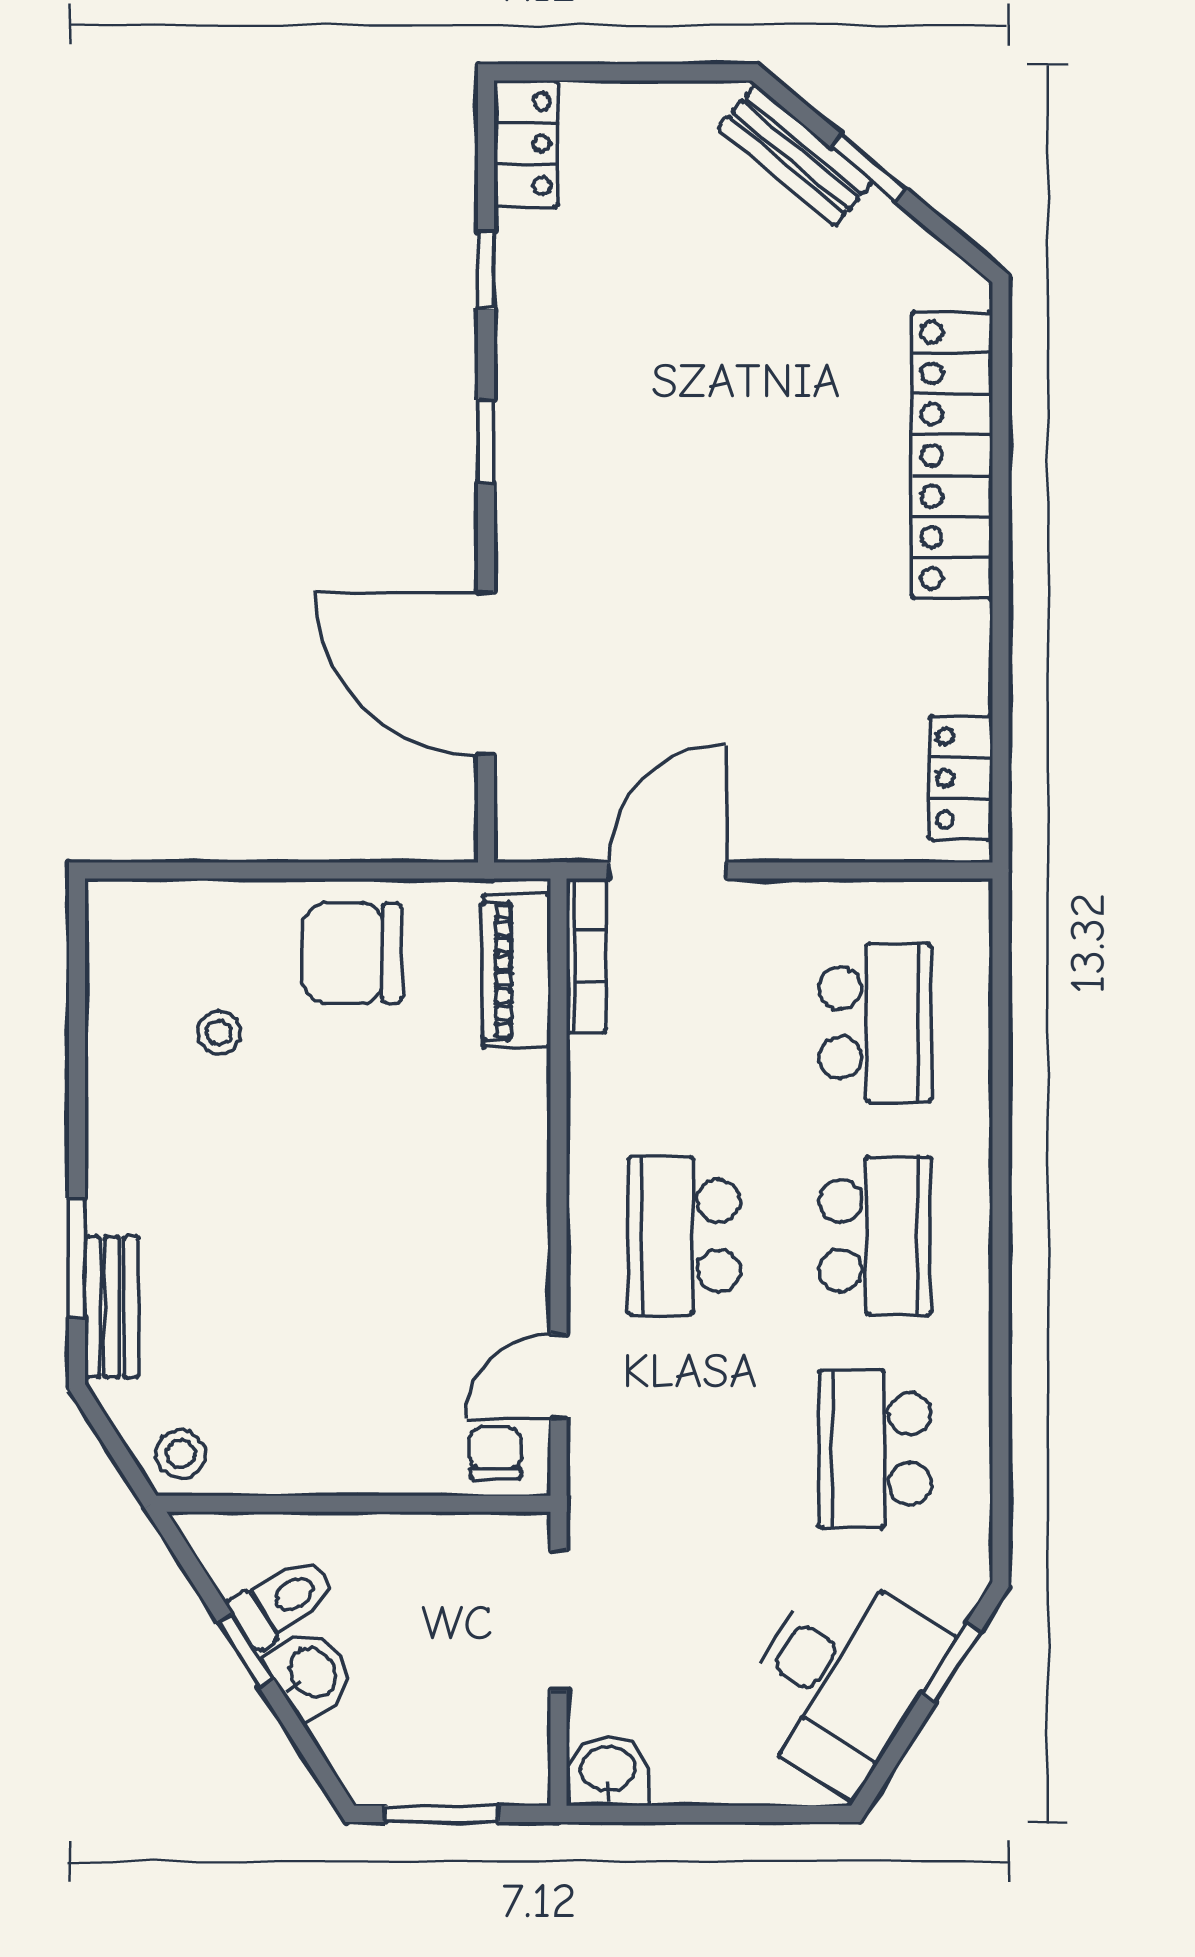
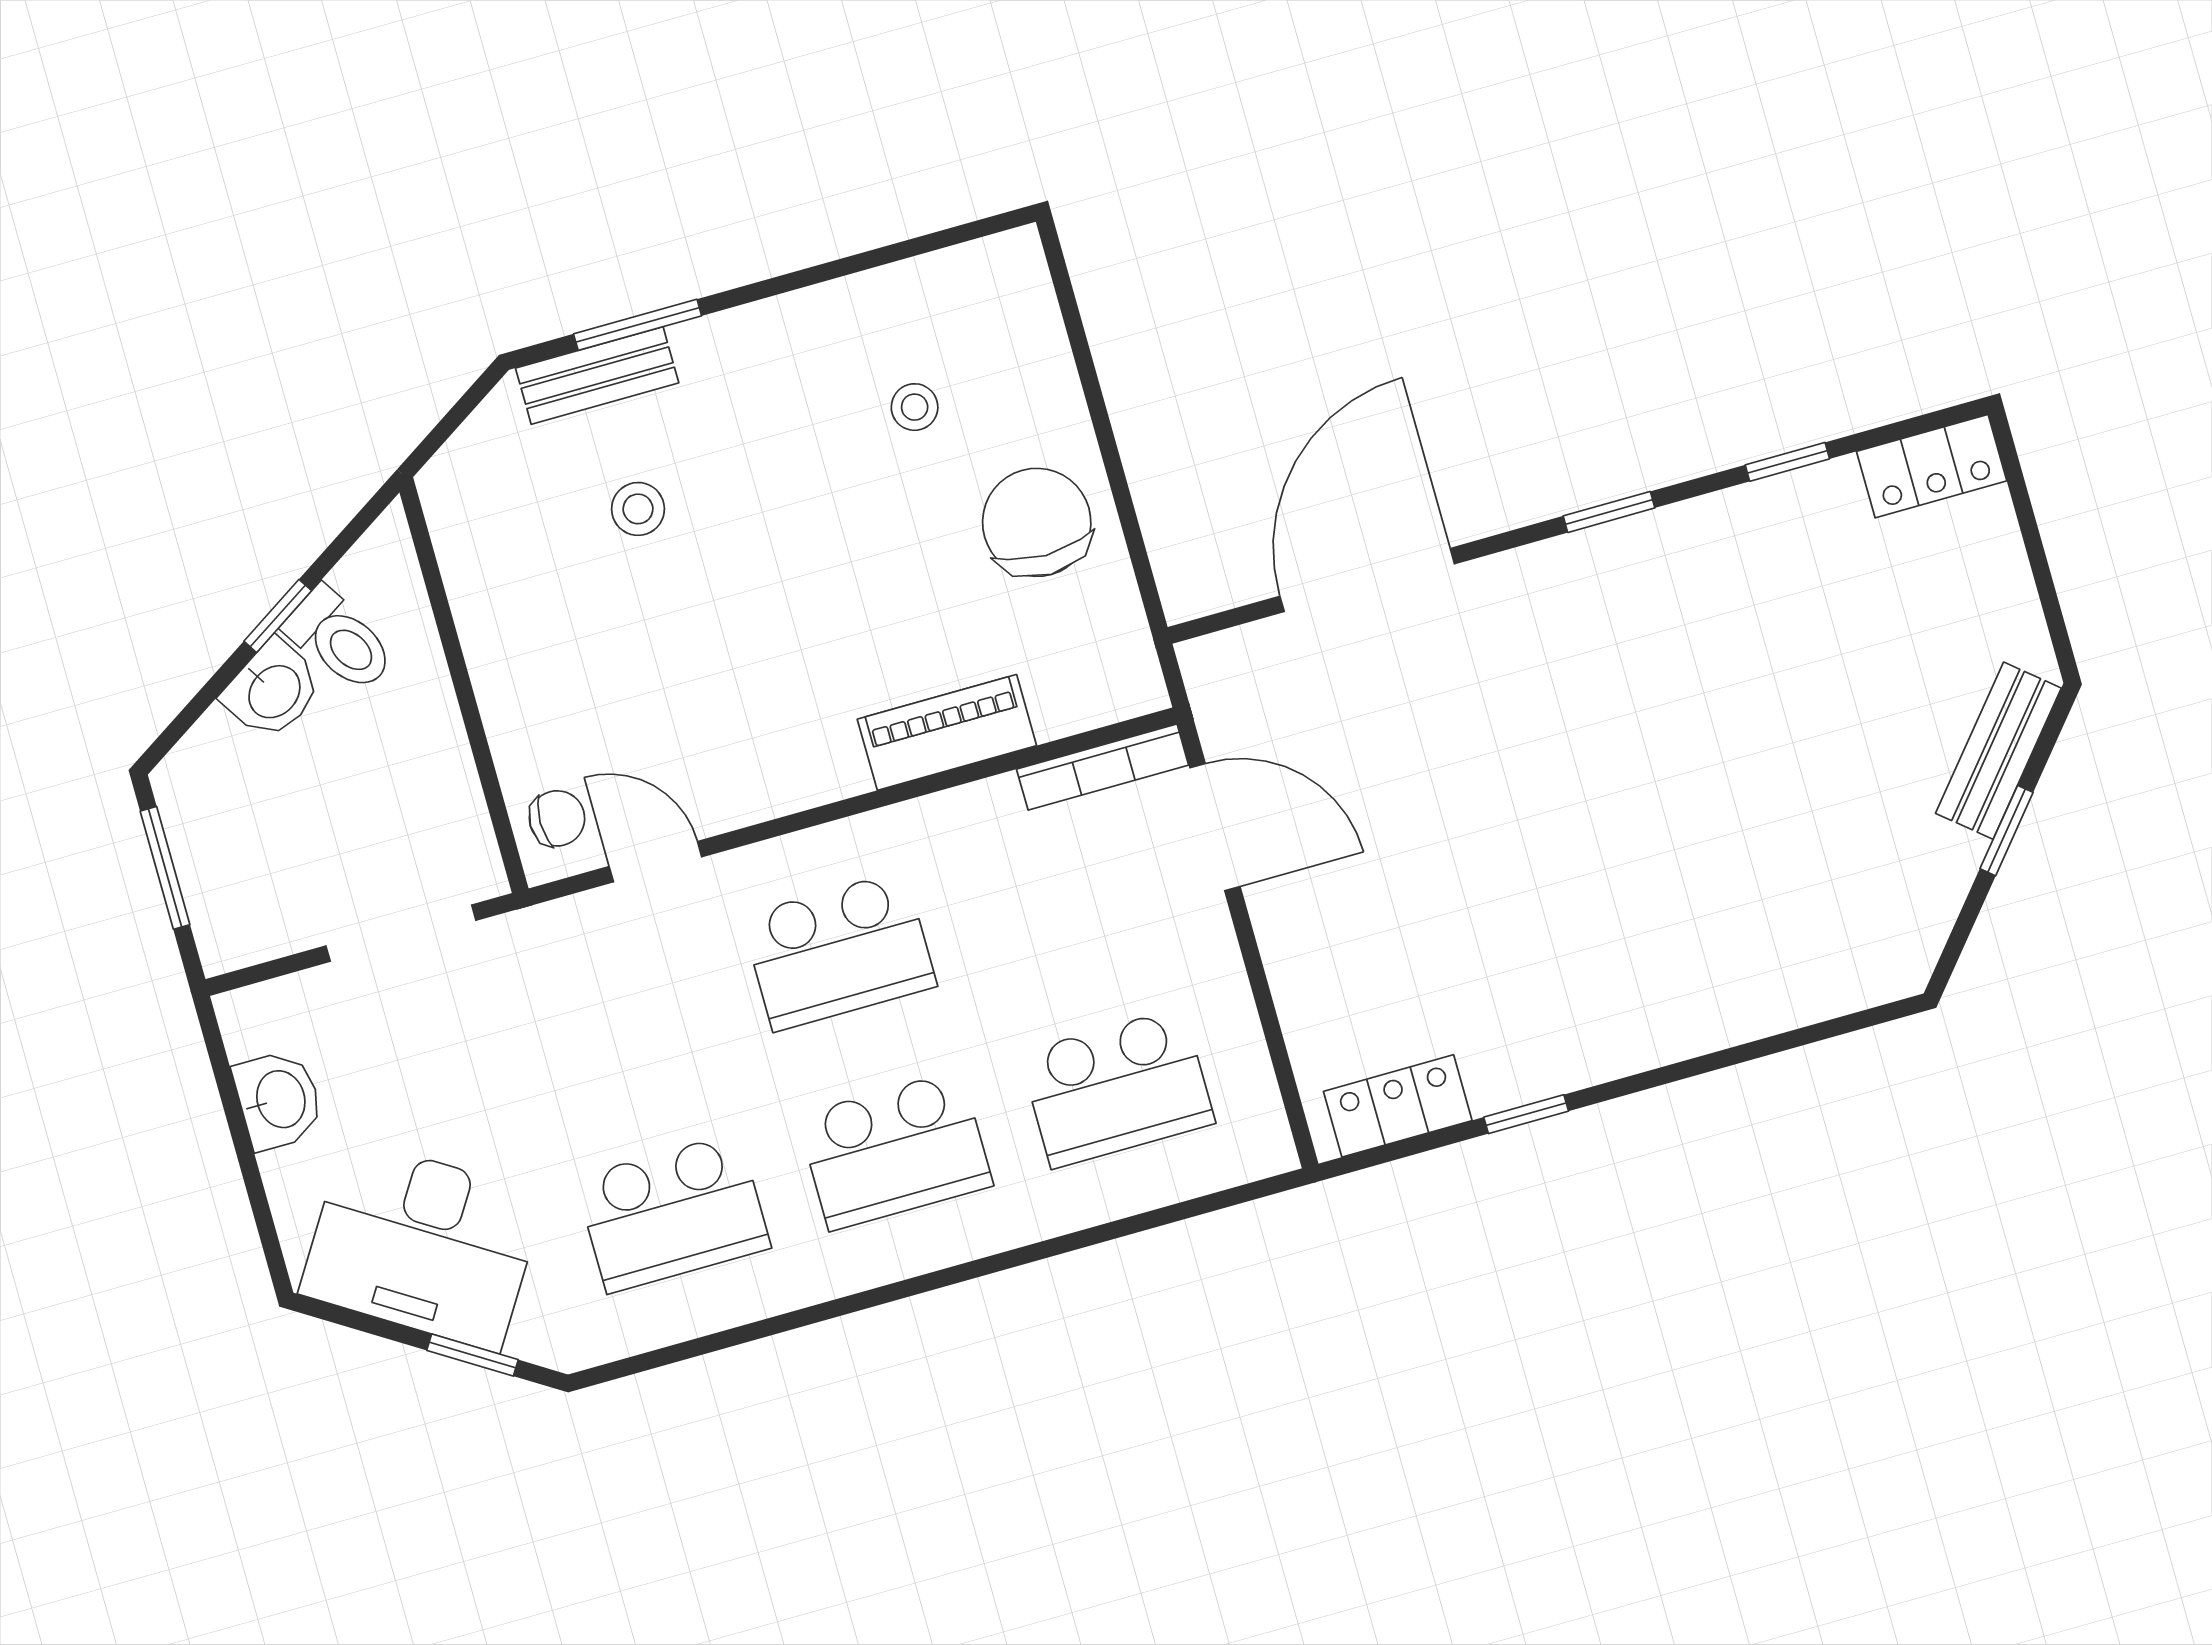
locker: (952, 455) -> (1731, 1002), removed
window: (1000, 666) -> (1526, 1114), added
piano: (516, 971) -> (947, 732), moved
school desk: (684, 1236) -> (839, 951), turned 180
school desk: (875, 1449) -> (673, 1213), turned 180
stool: (180, 1454) -> (638, 509), moved
washbasin: (608, 1771) -> (279, 1100), moved

